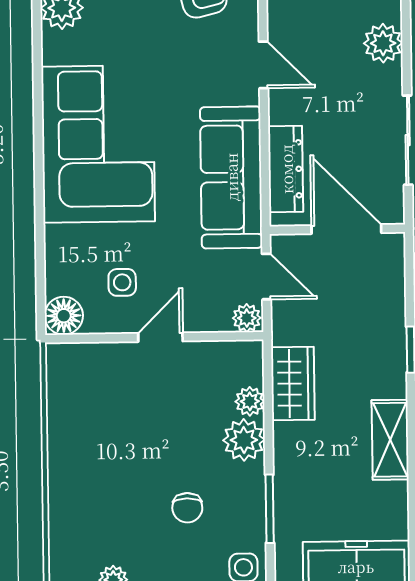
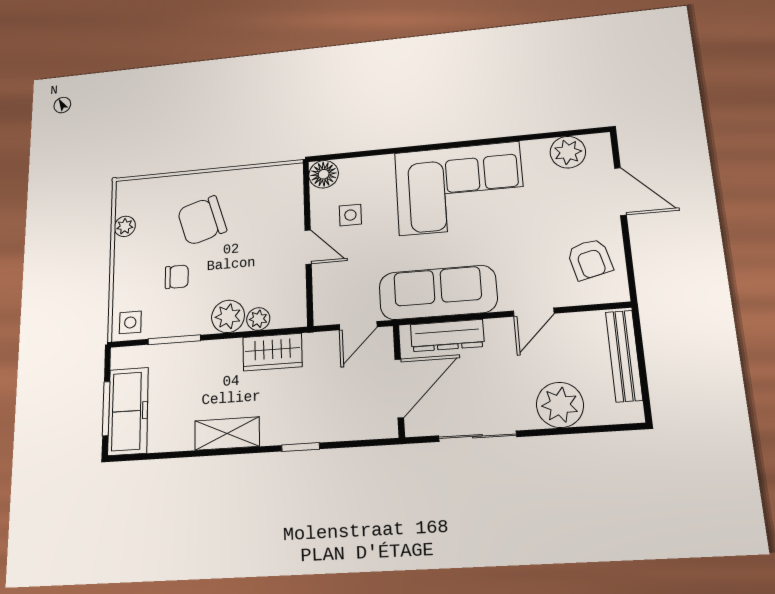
plant: (383, 43) -> (560, 405), width x1.36, depth x1.36
plant: (247, 318) -> (324, 312), removed
chair: (114, 476) -> (202, 220), added
chair: (187, 508) -> (177, 277), turned 180

